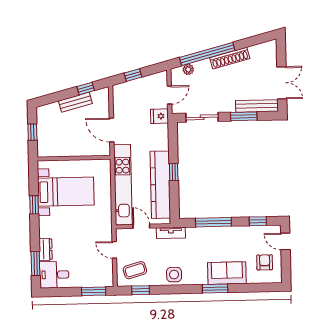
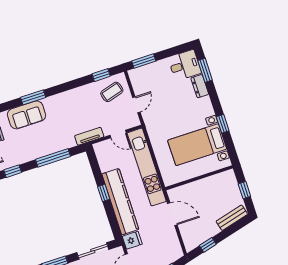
bench: (75, 102) -> (232, 218), moved
kitchen counter: (160, 185) -> (120, 202), moved
door: (114, 250) -> (136, 105), hinge flipped
side table: (174, 275) -> (75, 99), removed

